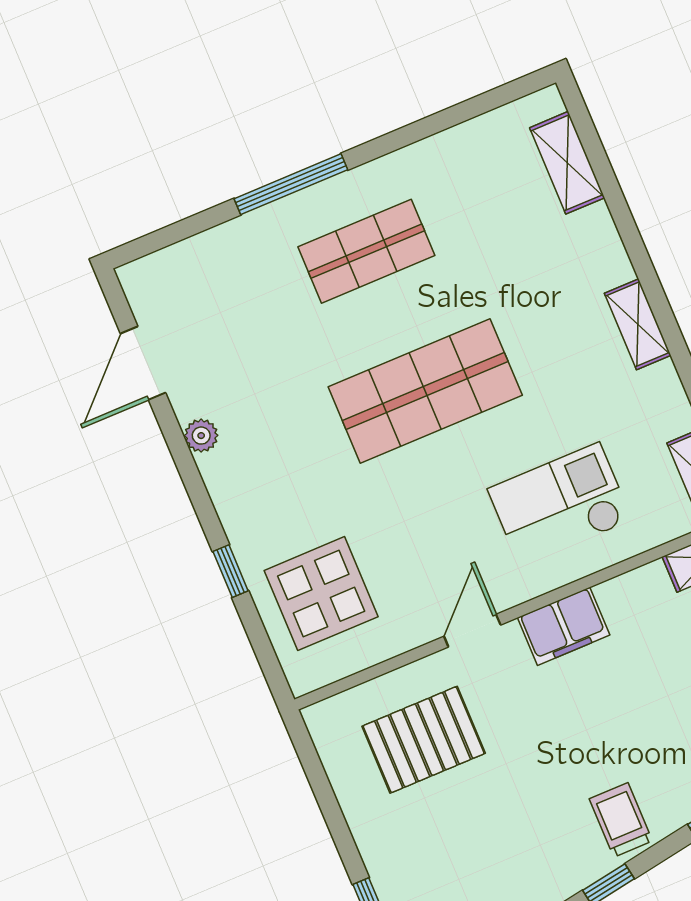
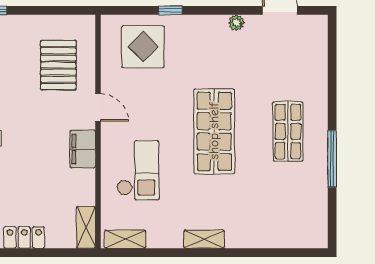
shelving: (567, 163) -> (290, 238), removed
window: (291, 184) -> (332, 159), moved

